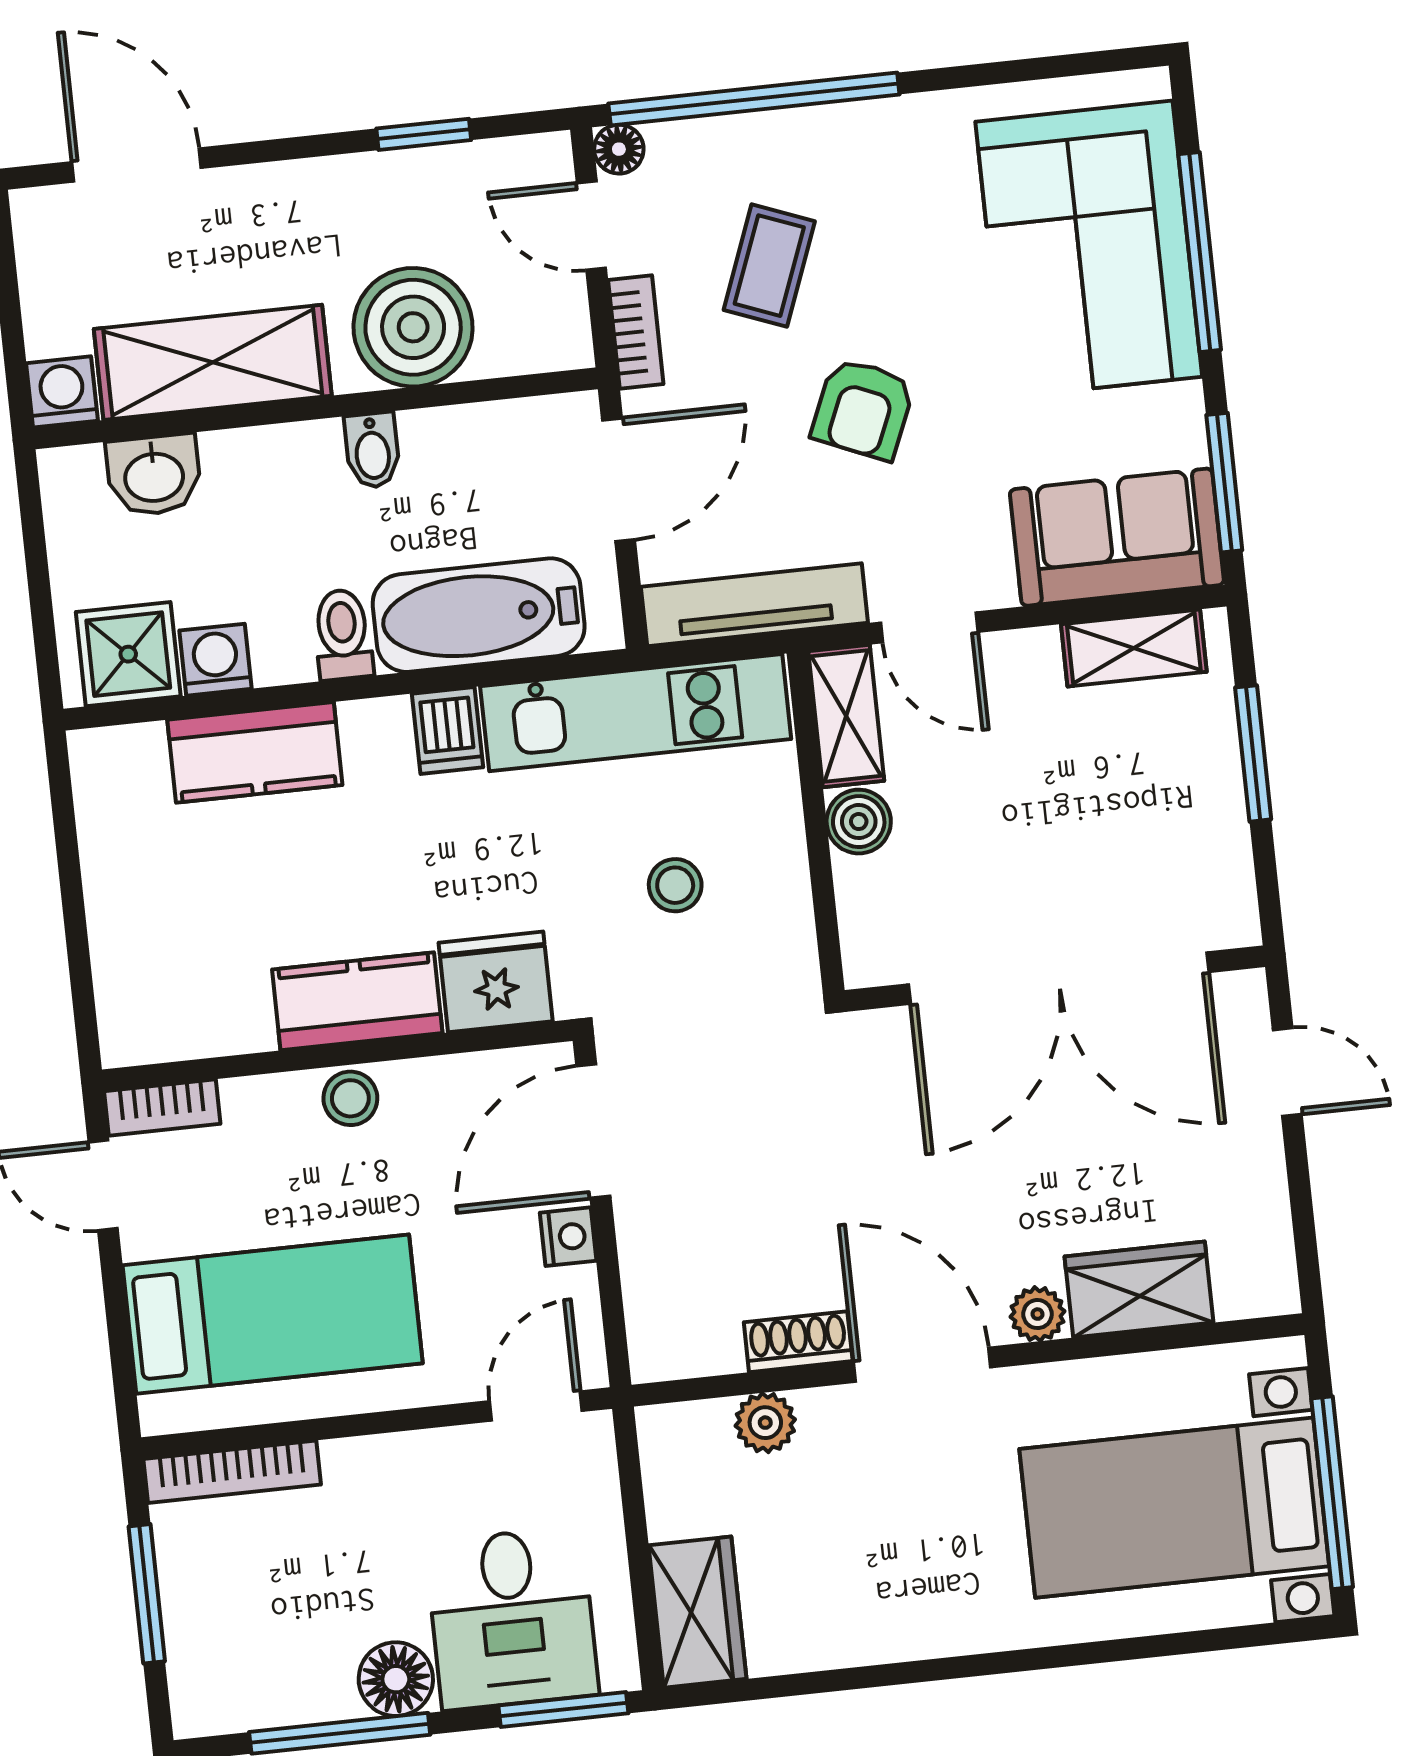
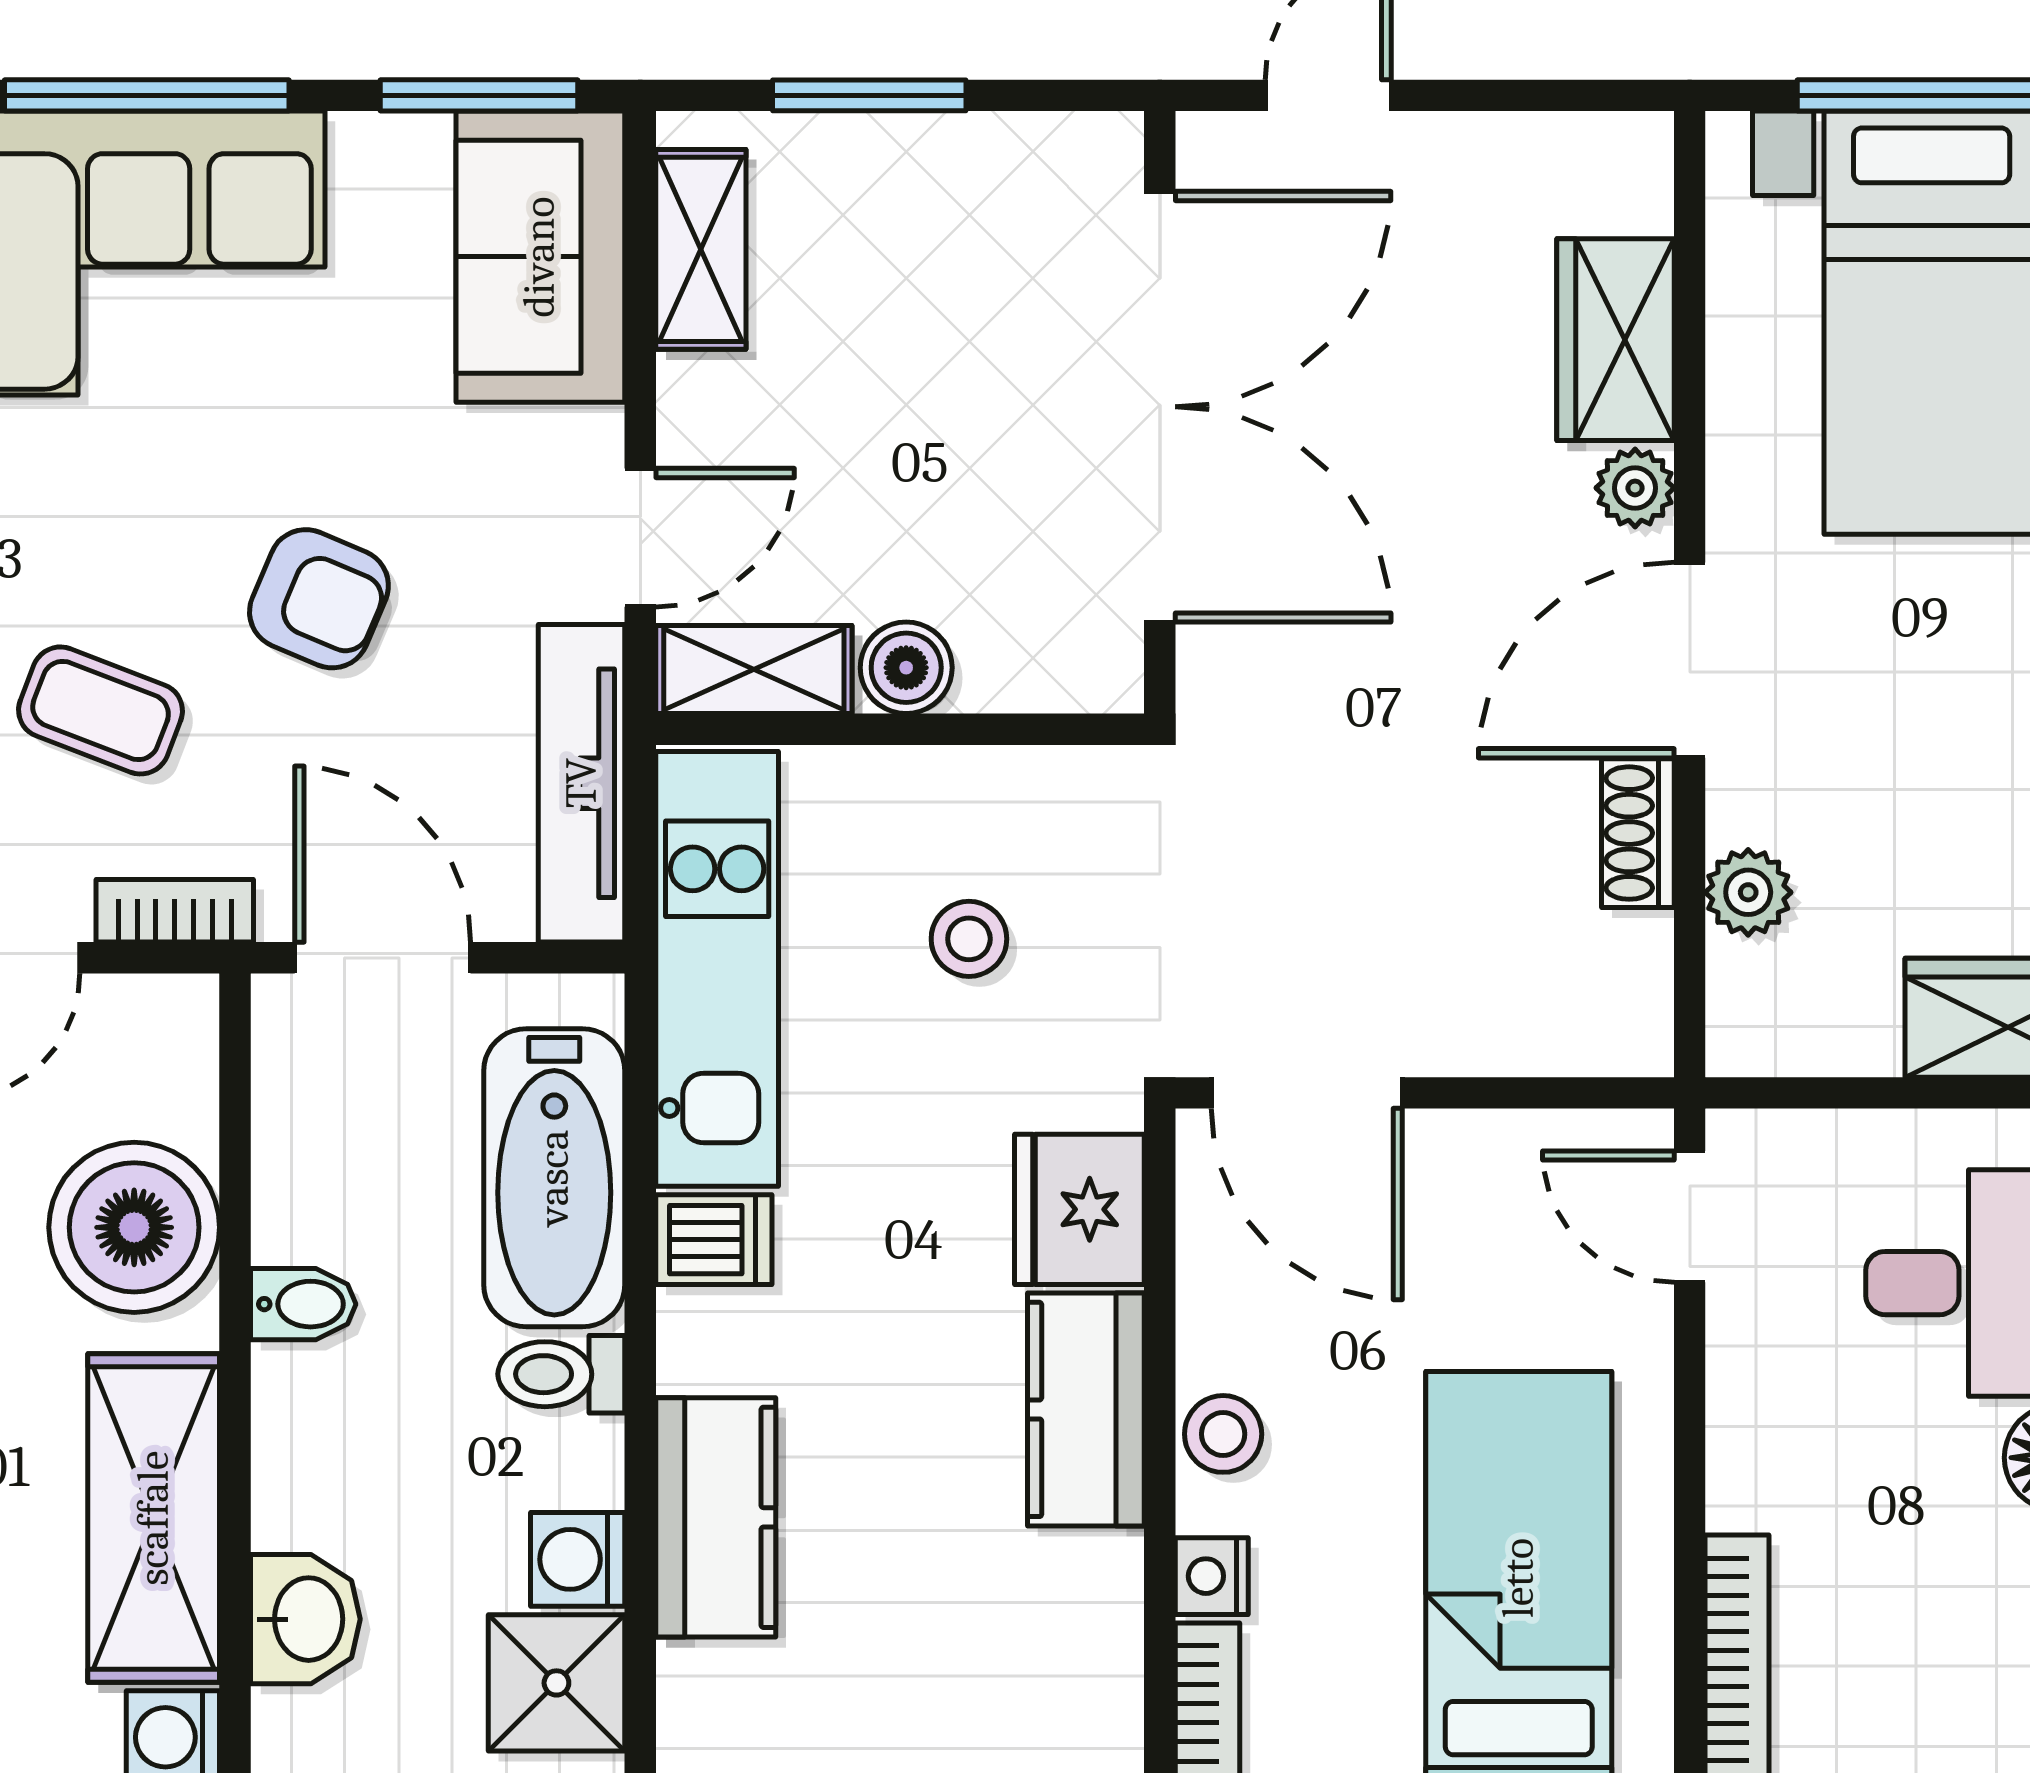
nightstand: (568, 1237) -> (1212, 1576), moved, turned -90

